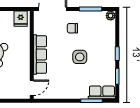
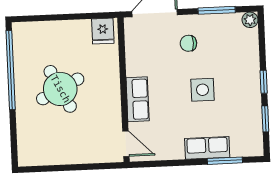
row of seats: (40, 55) -> (138, 99), width x0.68
door: (32, 88) -> (126, 144), hinge flipped
row of seats: (102, 92) -> (207, 148), moved

